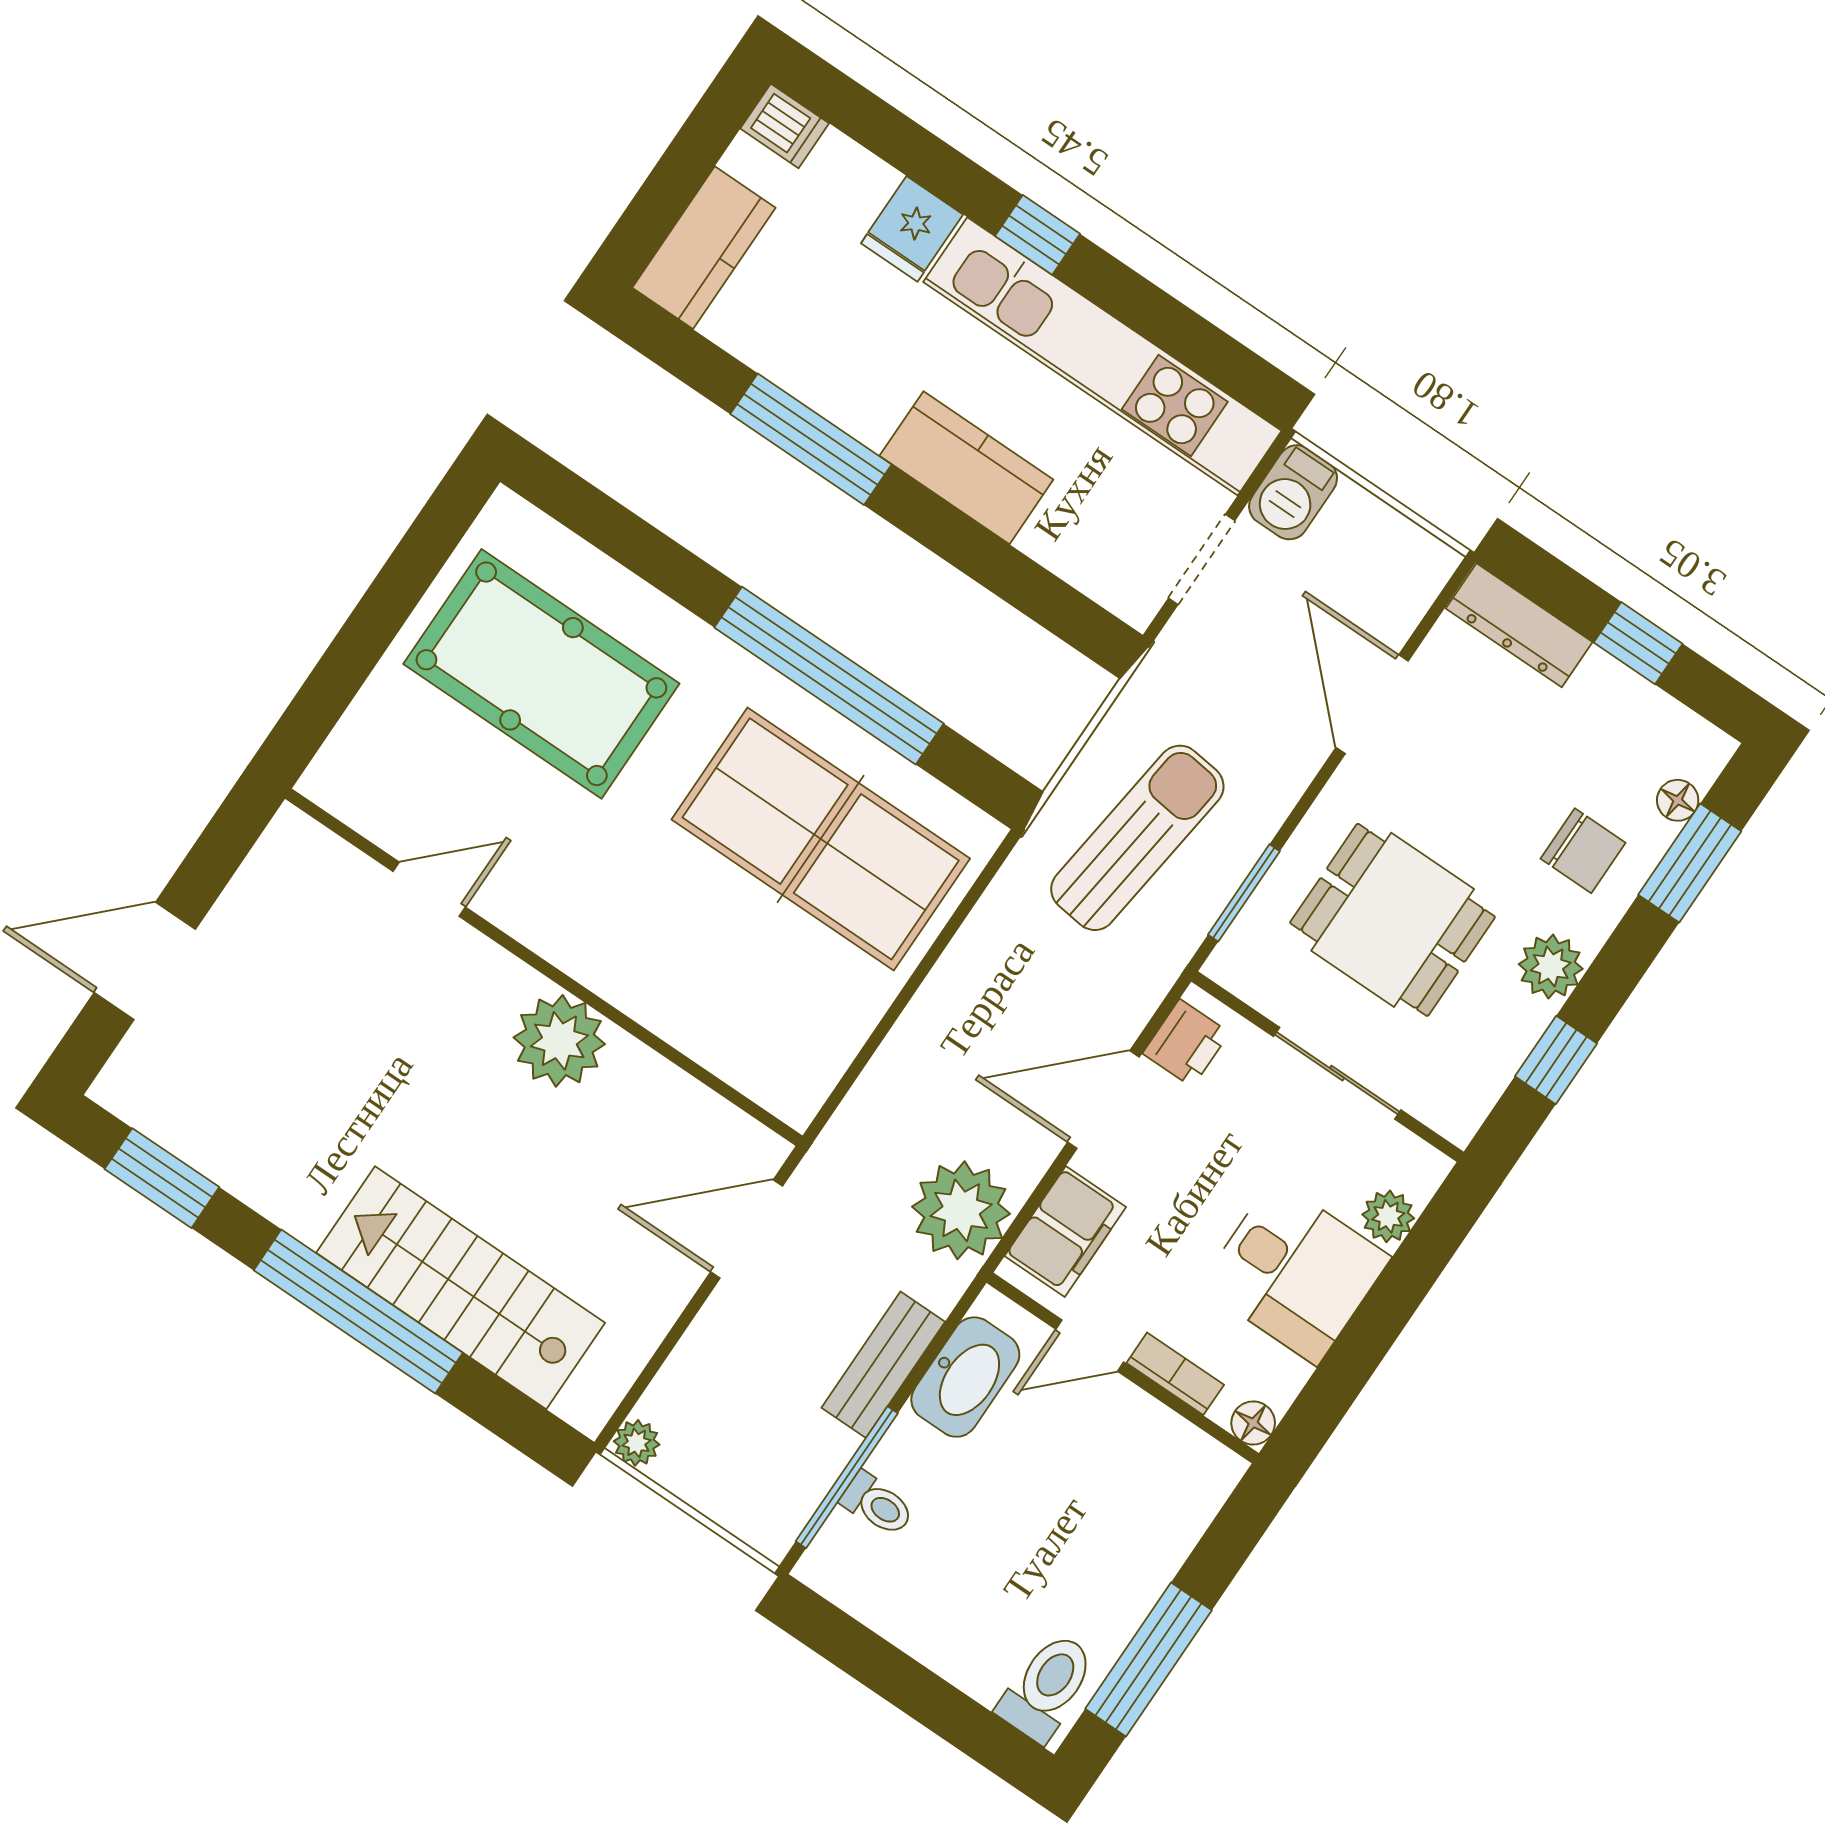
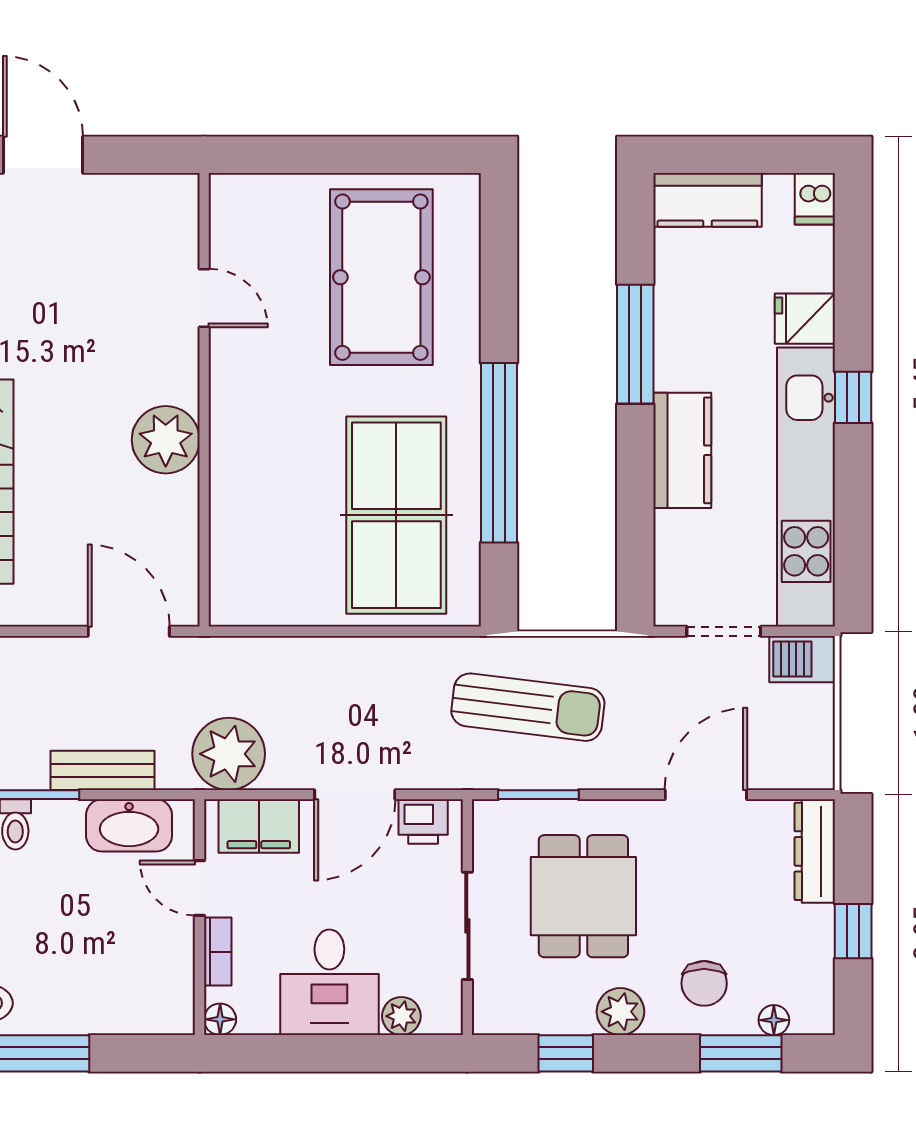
door: (1103, 1100) -> (355, 795), swing flipped

